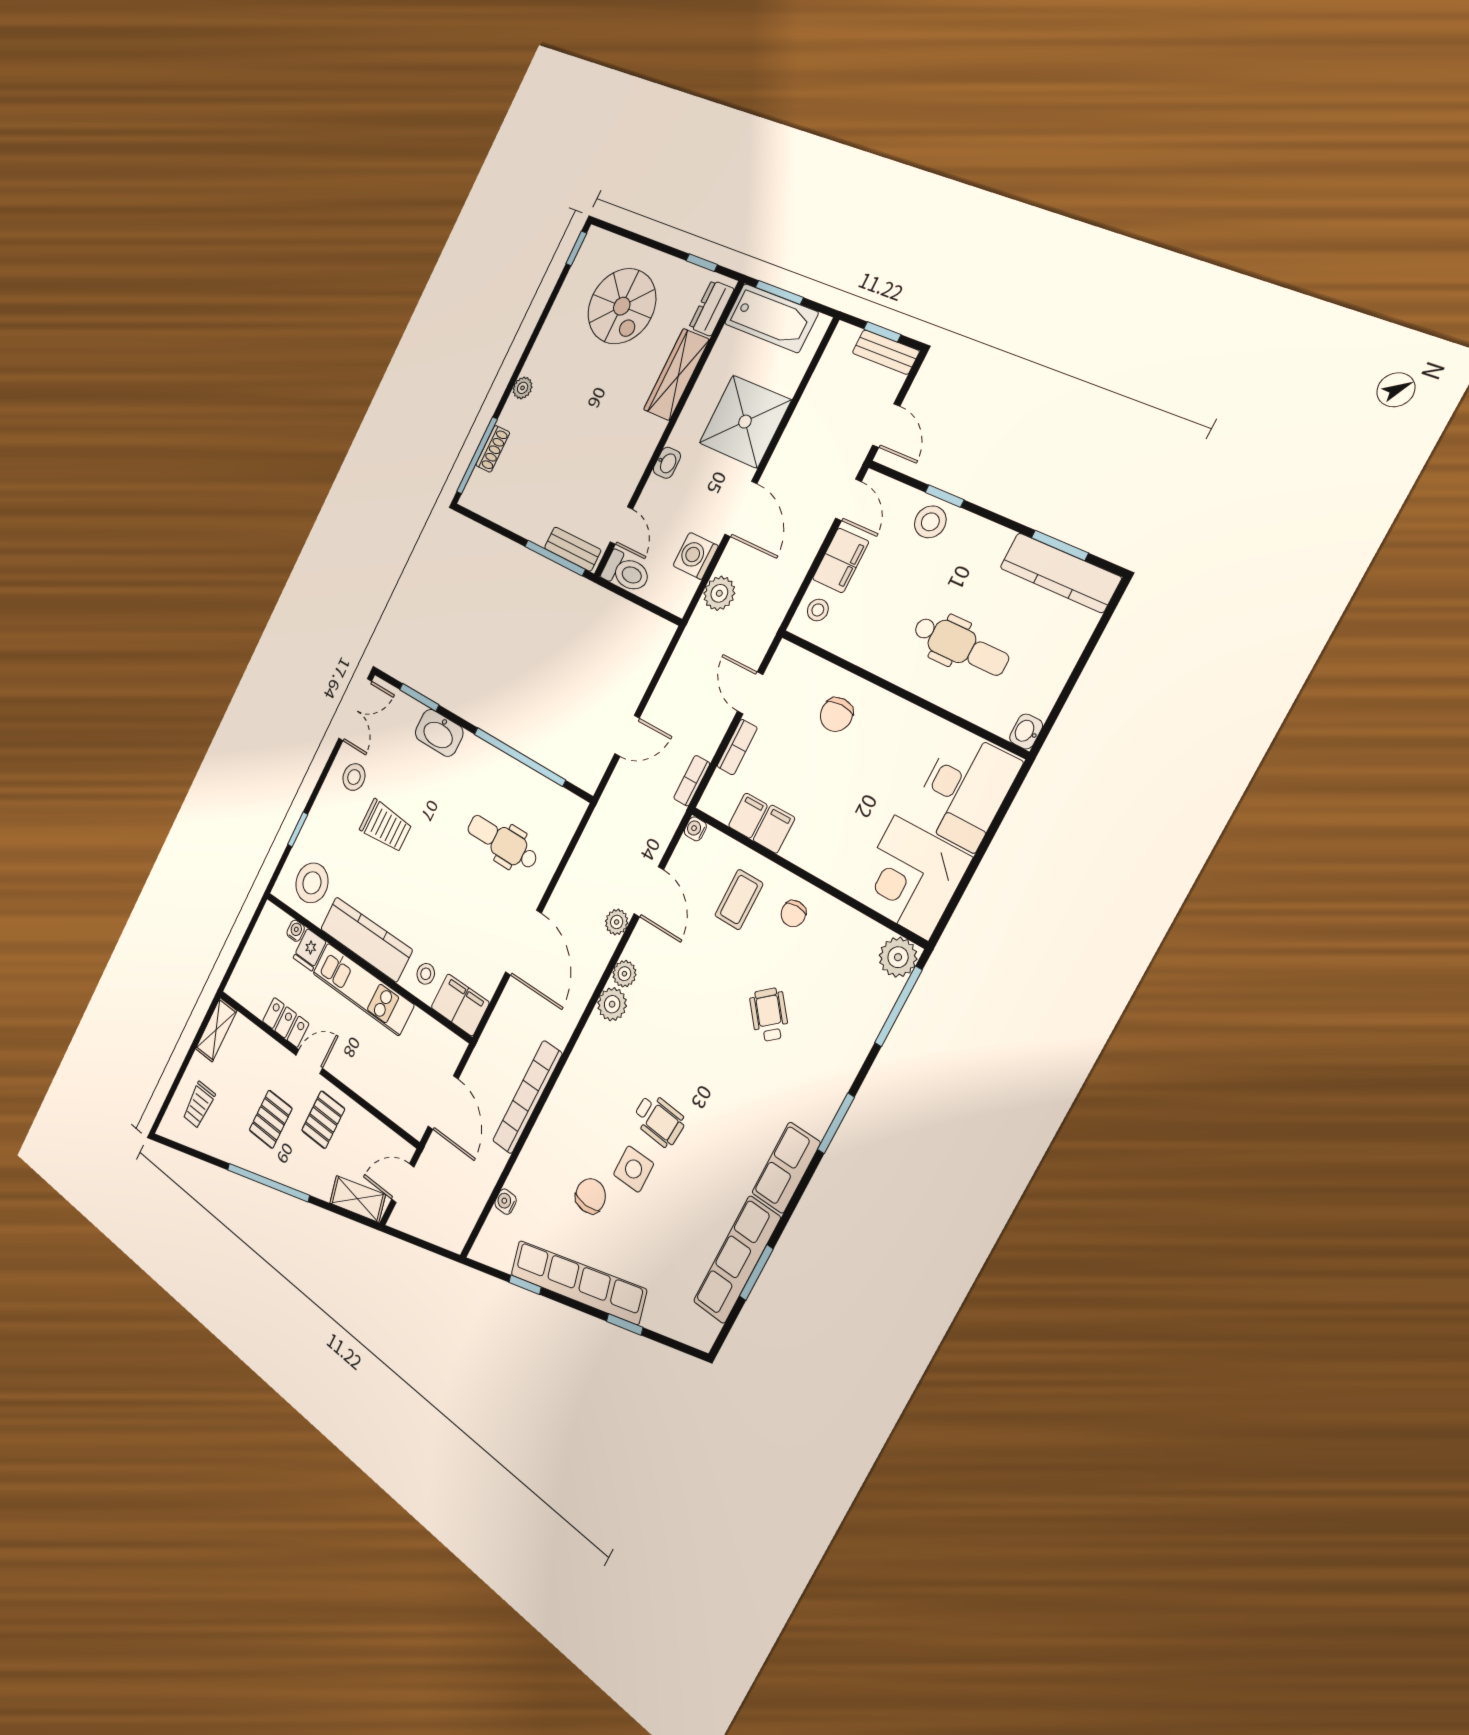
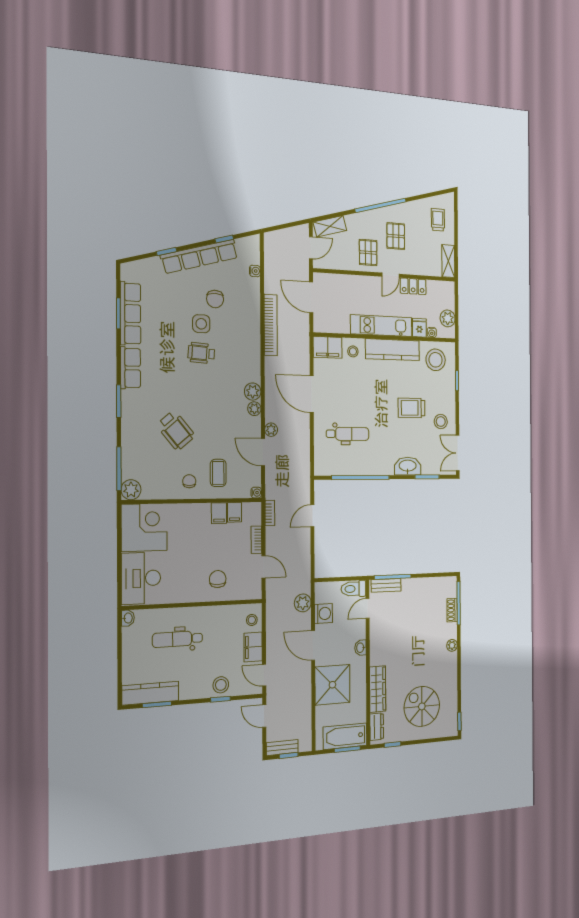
door: (621, 526) -> (368, 608), hinge flipped
plant: (262, 939) -> (448, 318), added
wheelchair: (769, 1015) -> (176, 430), width x1.36, depth x1.37

